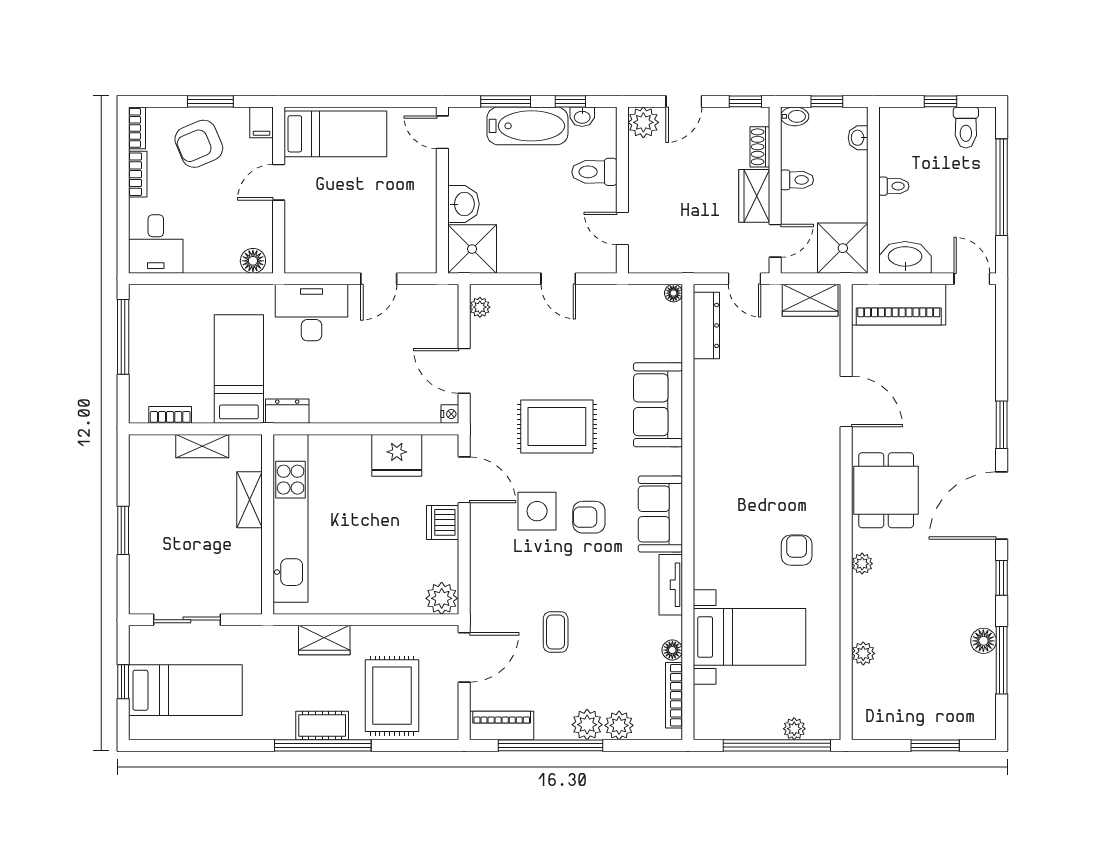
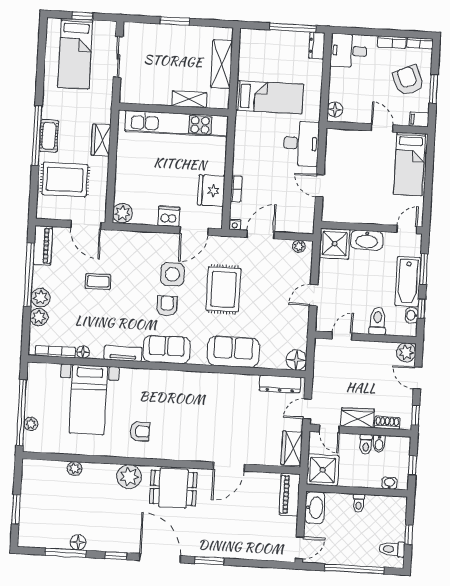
bidet: (795, 116) -> (379, 444), moved
washbasin: (463, 204) -> (367, 240), width x1.38
floor lamp: (673, 293) -> (296, 360), width x1.89, depth x1.89
piano: (899, 305) -> (290, 495), width x0.73, depth x0.75
dresser: (287, 411) -> (317, 46), moved, turned 180
bookcase: (170, 415) -> (236, 189), moved
shelving: (202, 446) -> (222, 64), width x1.50, depth x1.33
plant: (862, 564) -> (129, 477), width x1.88, depth x1.88

